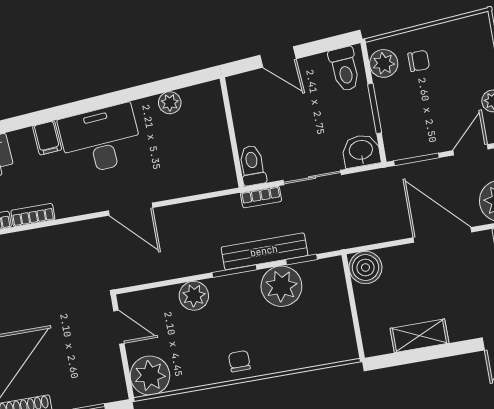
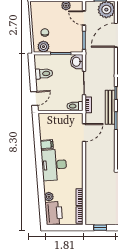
door: (278, 57) -> (34, 98), moved
toilet: (345, 69) -> (44, 74), moved
plant: (170, 103) -> (49, 197), moved
filing cabinet: (47, 138) -> (47, 144), moved
door: (131, 209) -> (84, 133), moved

